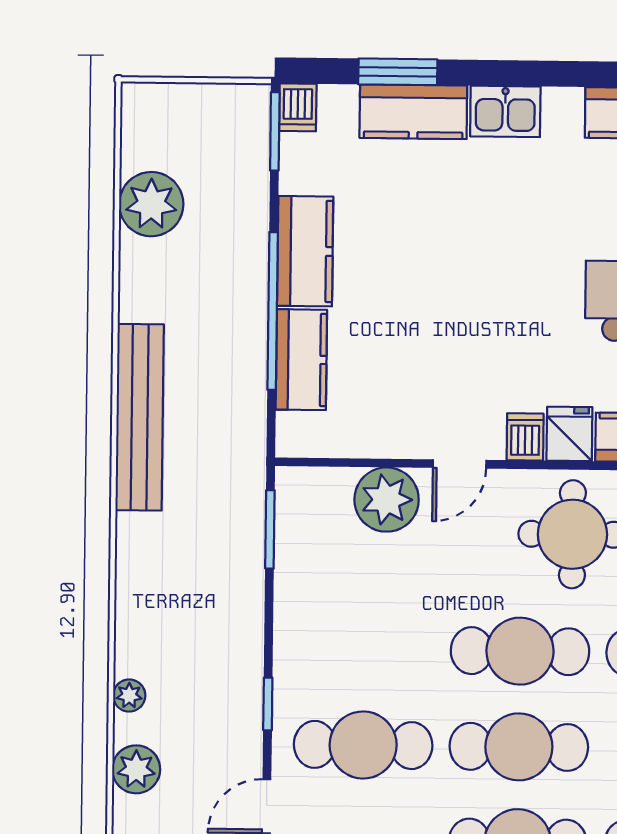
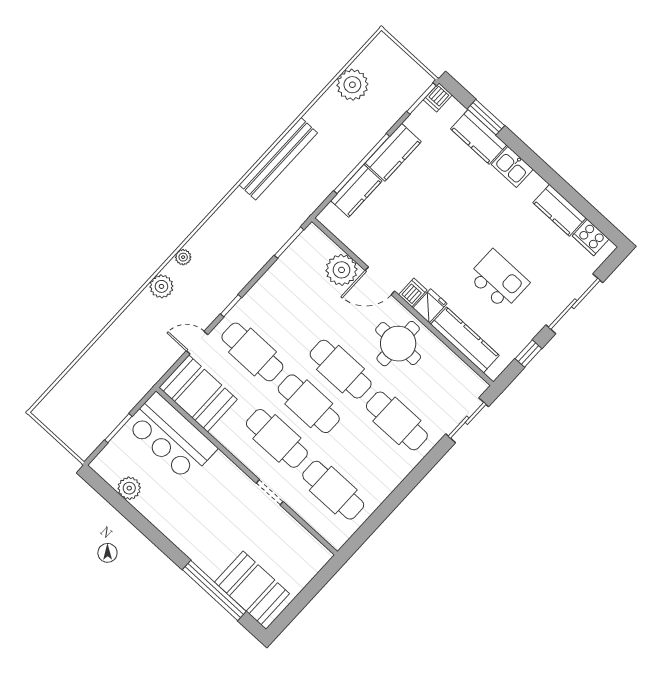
door: (460, 464) -> (380, 281), width x1.38

